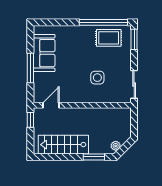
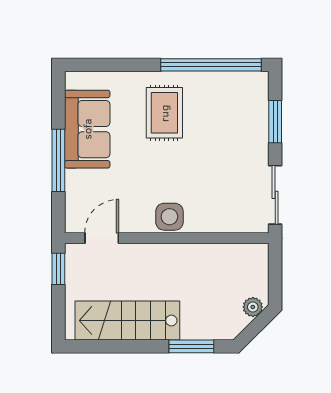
rug: (109, 38) -> (164, 113), moved, turned 90
window: (134, 39) -> (275, 122), moved
side table: (97, 78) -> (169, 217), moved
plant: (116, 146) -> (253, 307), moved

